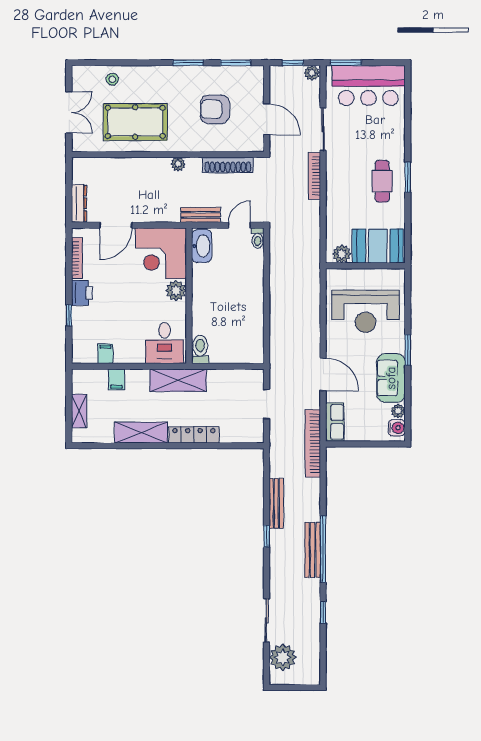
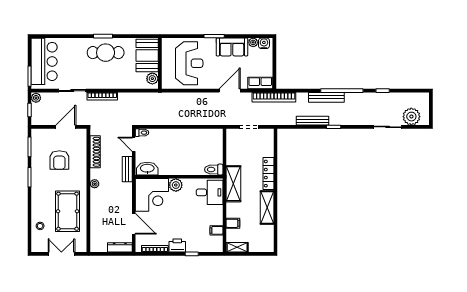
cafe table: (382, 181) -> (106, 53), width x1.37, depth x1.35
shelving: (79, 411) -> (237, 247), moved
bench: (313, 550) -> (326, 97), moved

